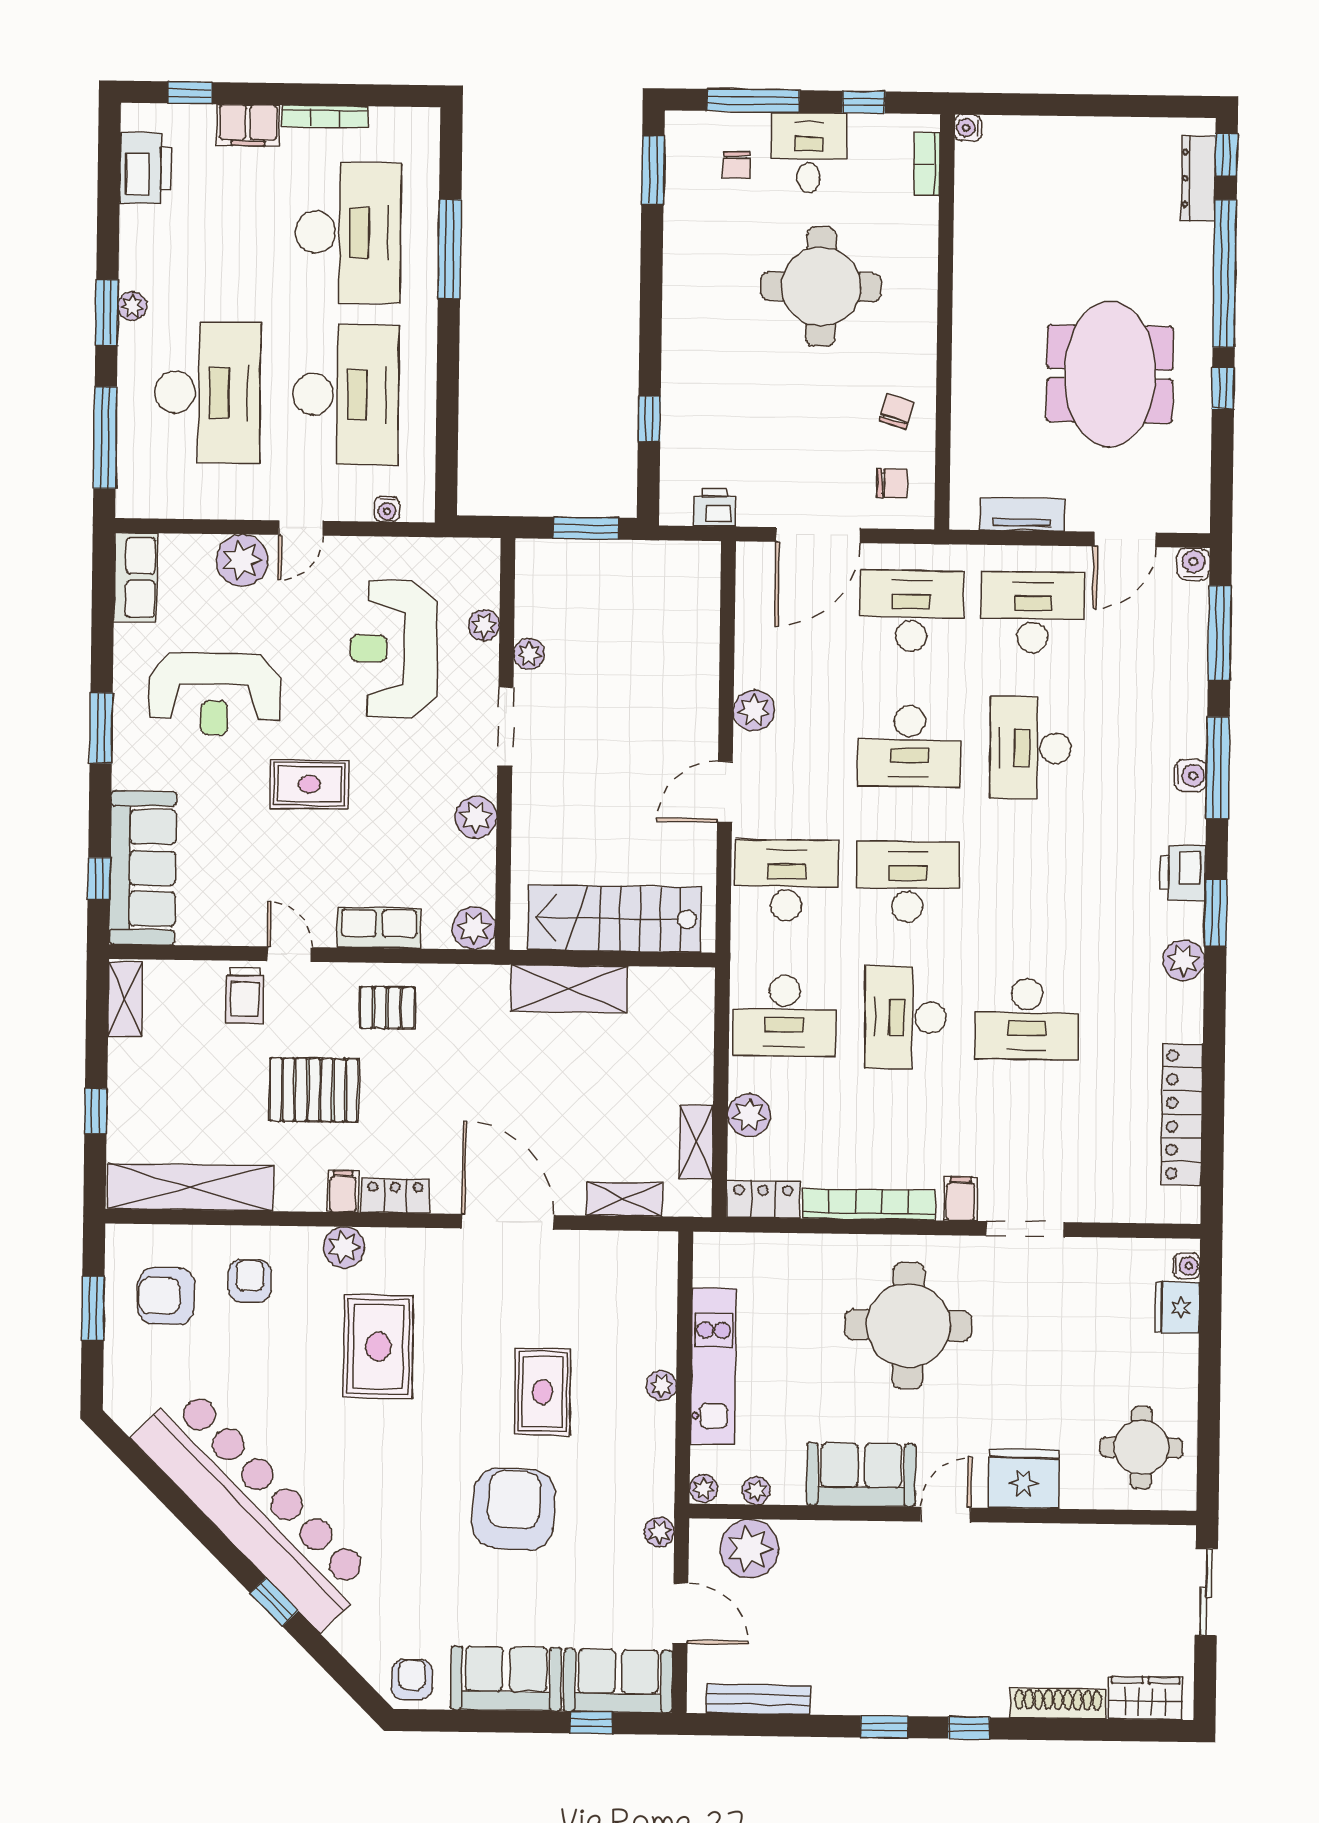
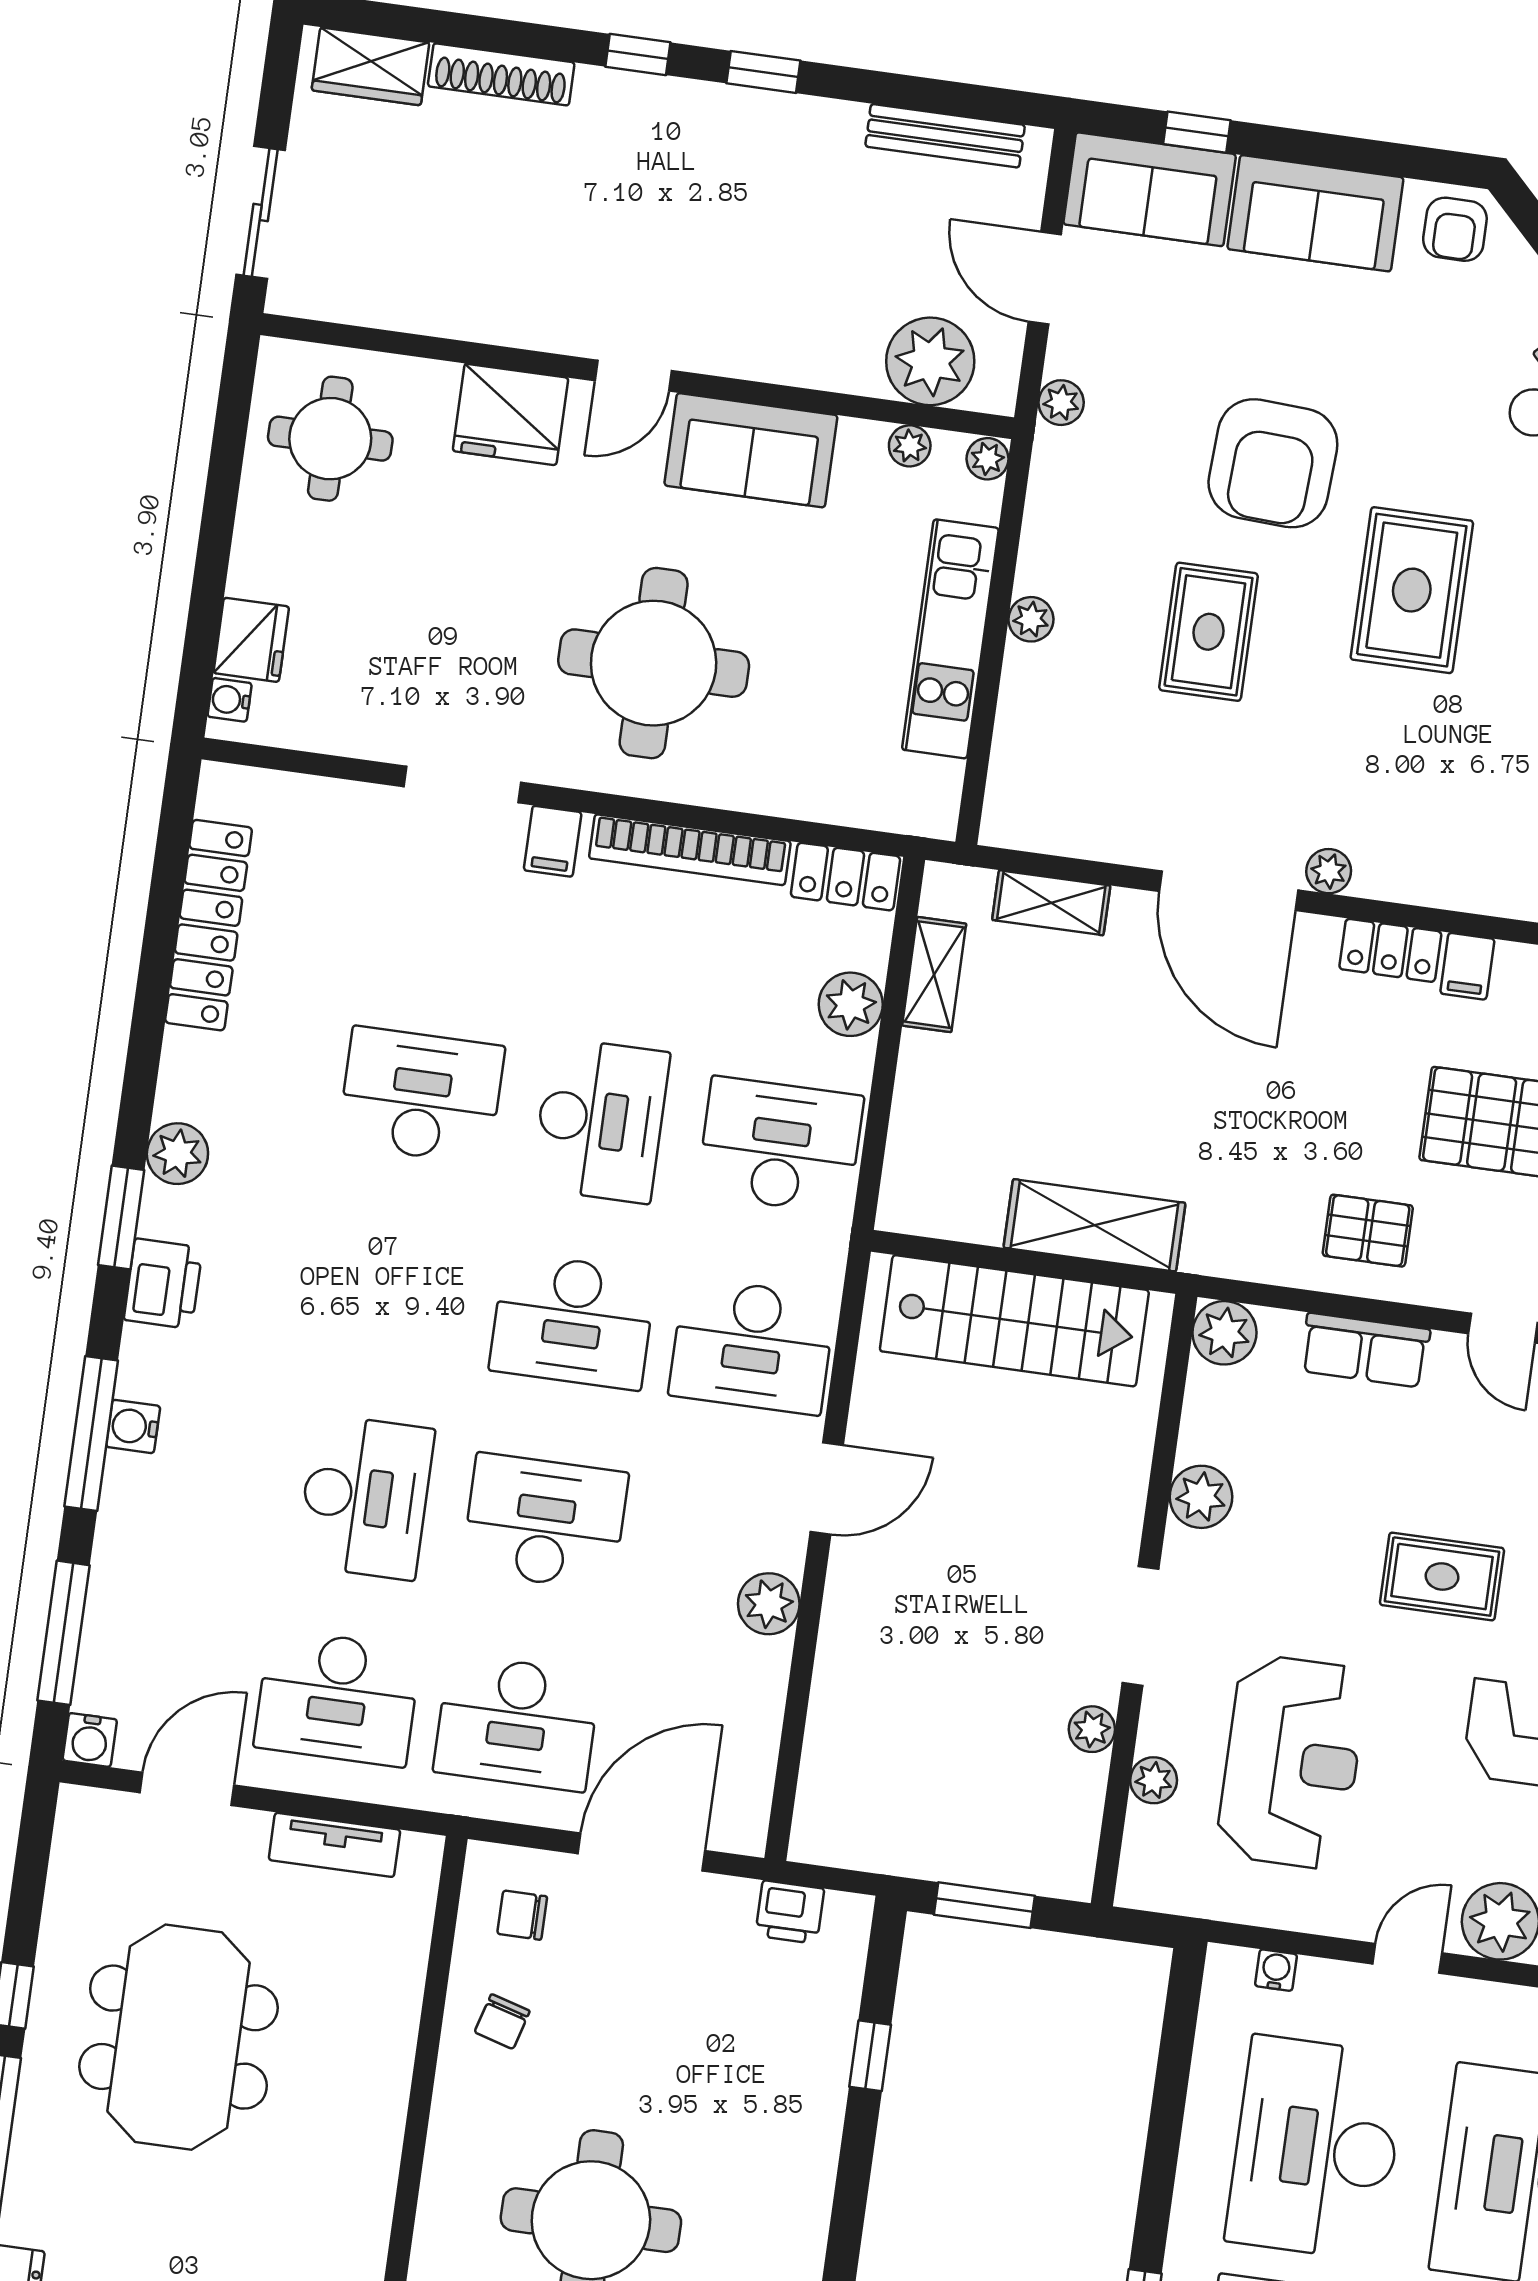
plant: (344, 1247) -> (1329, 871), moved, width x0.73, depth x0.73
rug: (378, 1347) -> (1412, 590), moved

